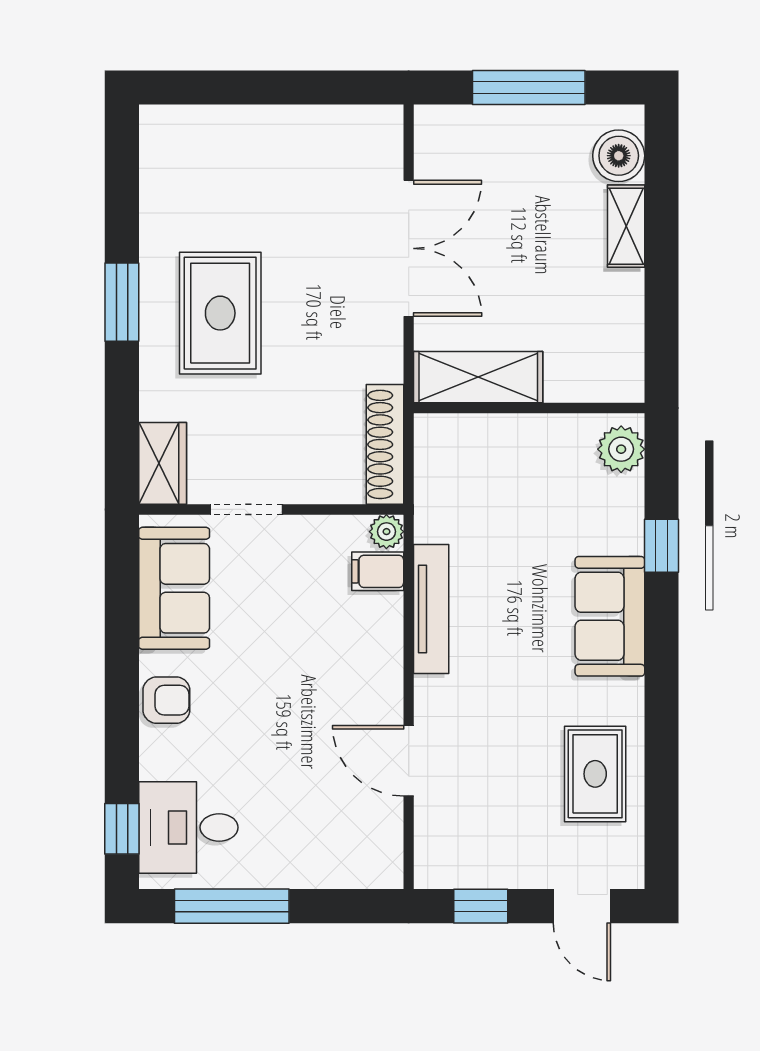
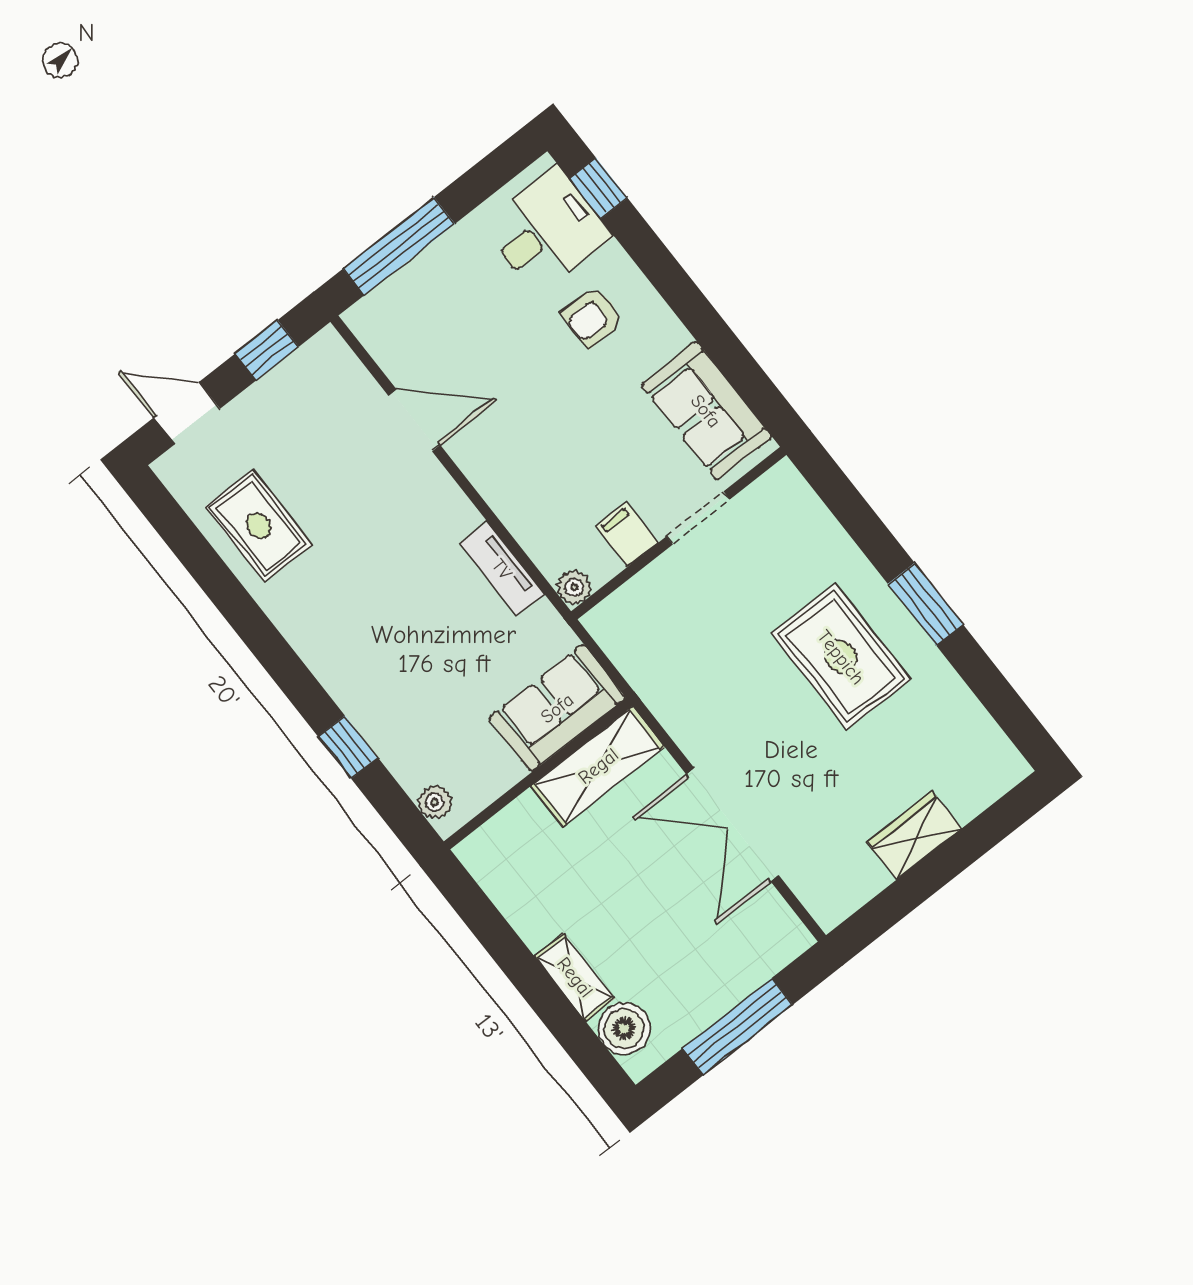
shoe rack: (385, 444) -> (629, 655), removed
plant: (621, 449) -> (435, 802), width x0.73, depth x0.73
wardrobe: (163, 463) -> (915, 835), moved, turned 90
filing cabinet: (378, 571) -> (627, 535), moved, turned -90
tv unit: (431, 609) -> (502, 569), width x0.71
sofa: (610, 616) -> (557, 708), moved, turned -90
armchair: (166, 700) -> (593, 317), moved
window: (232, 906) -> (399, 246), moved

